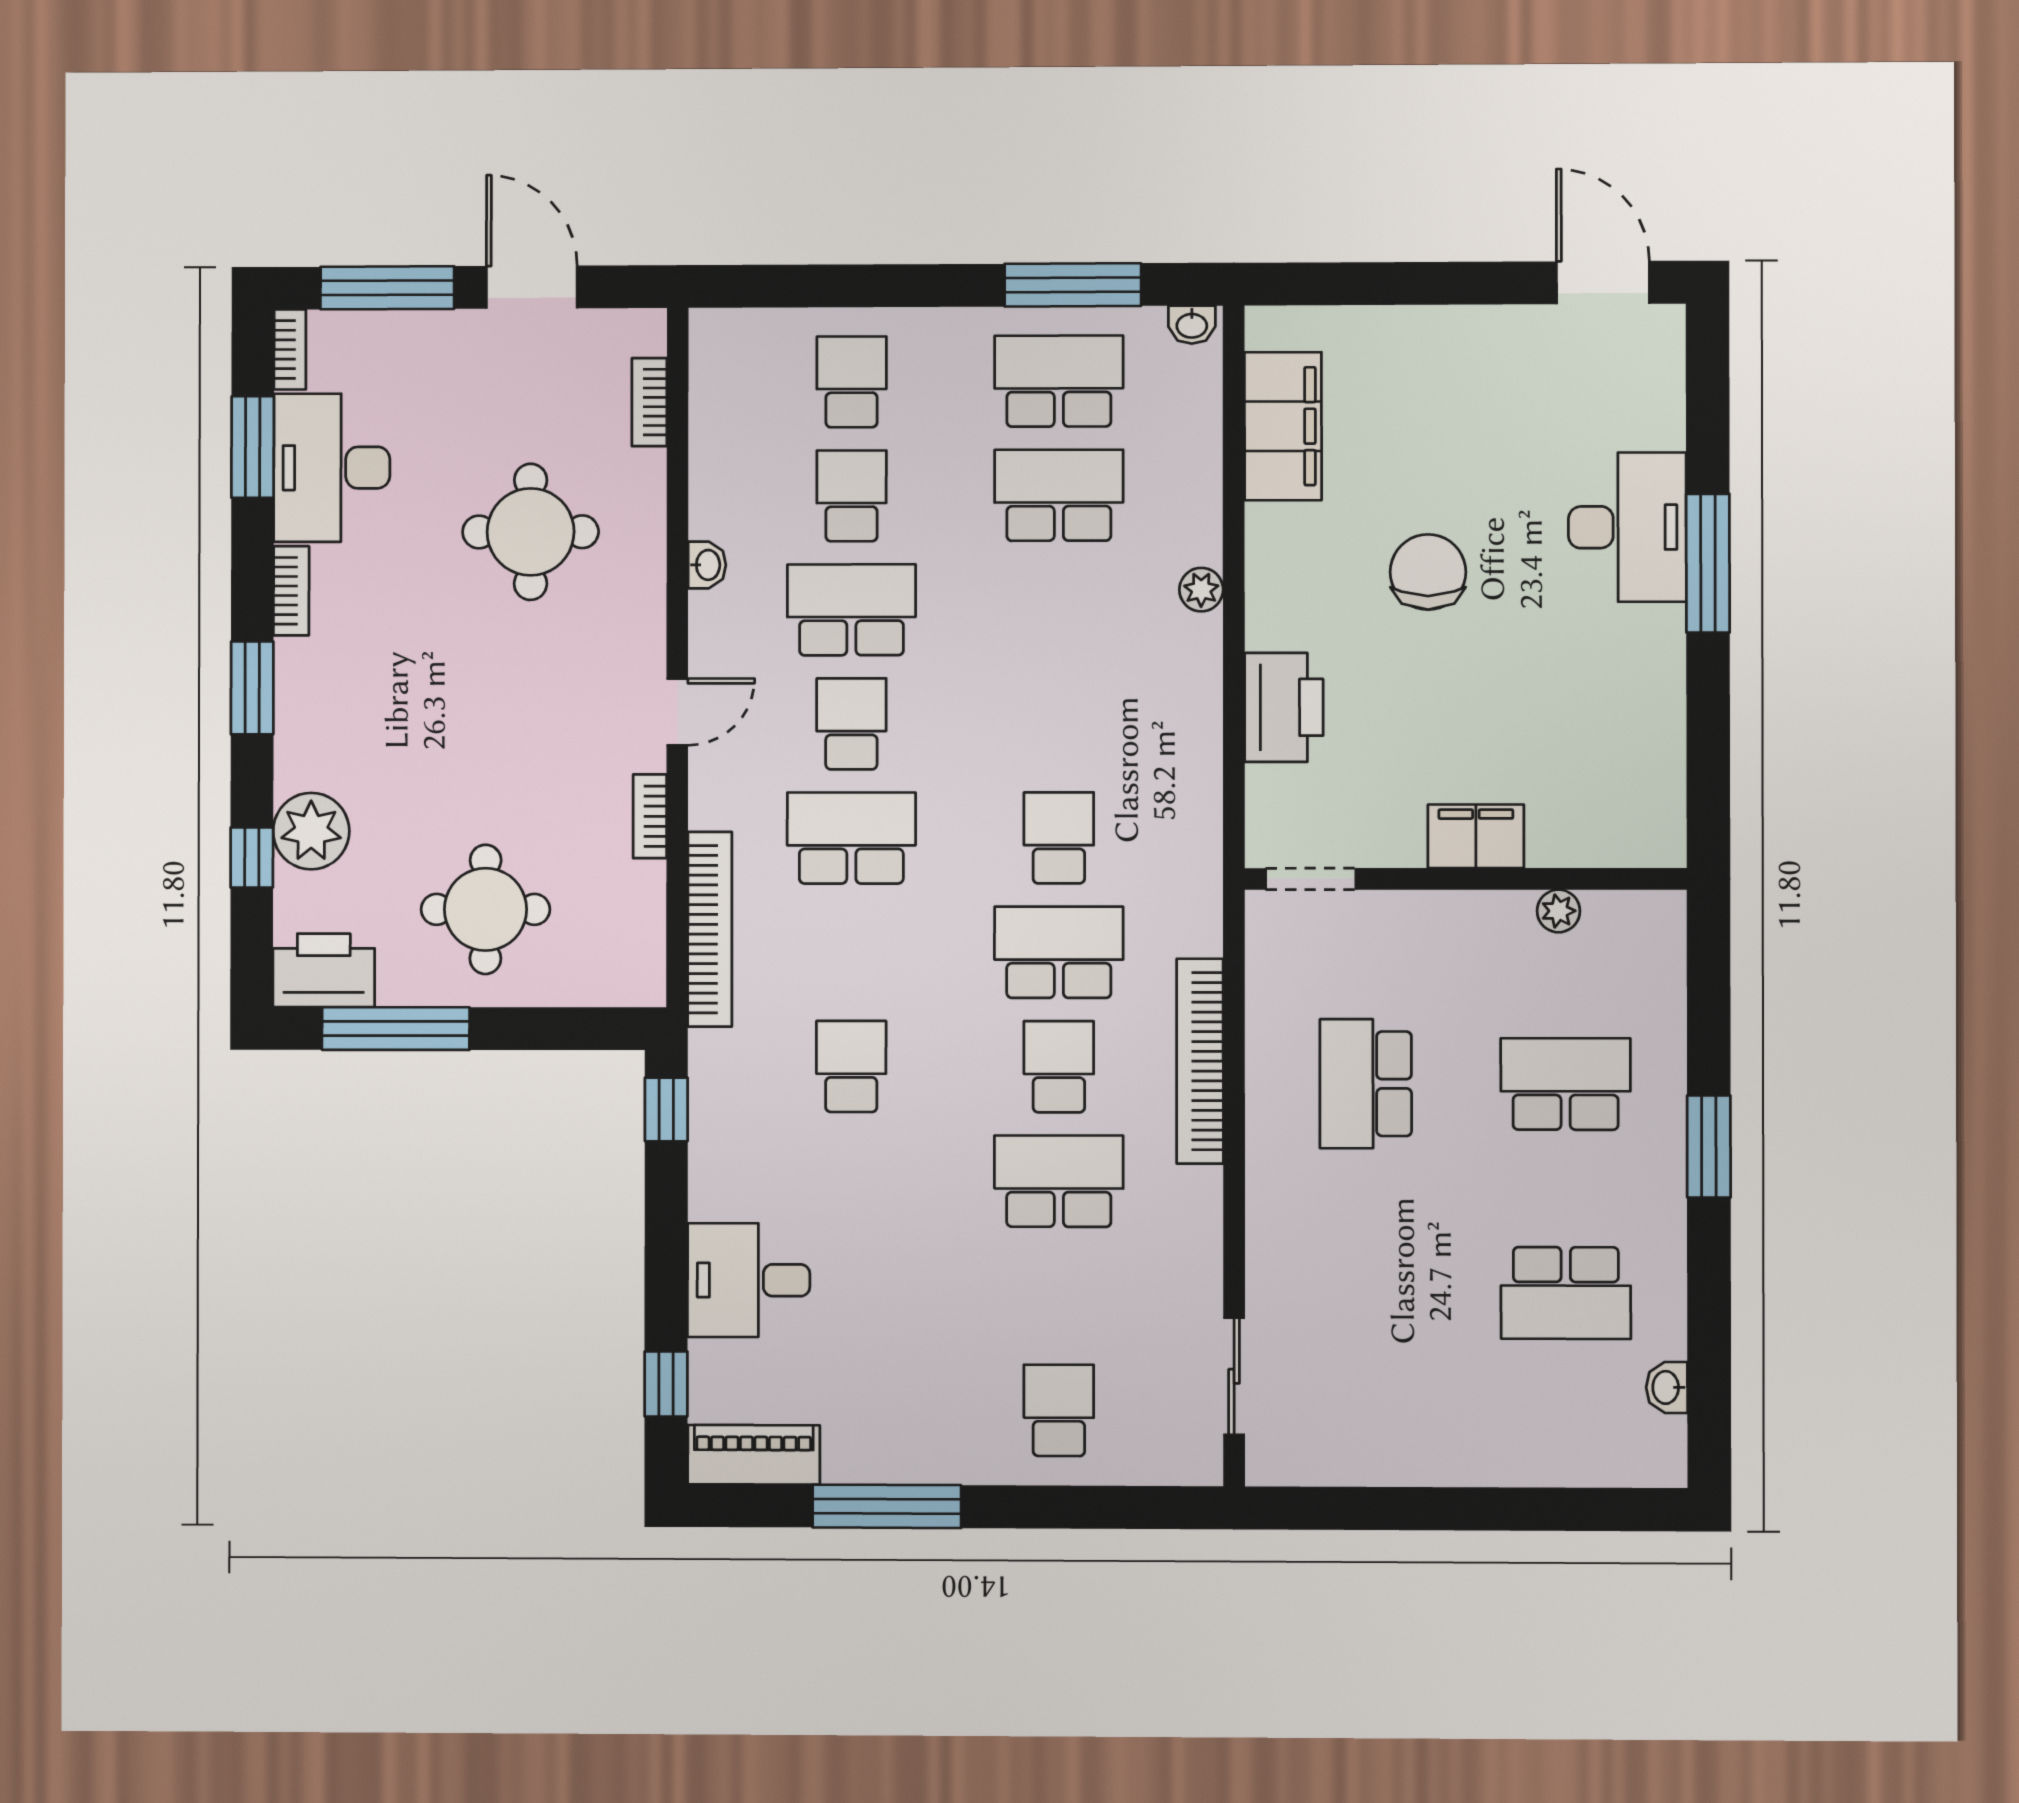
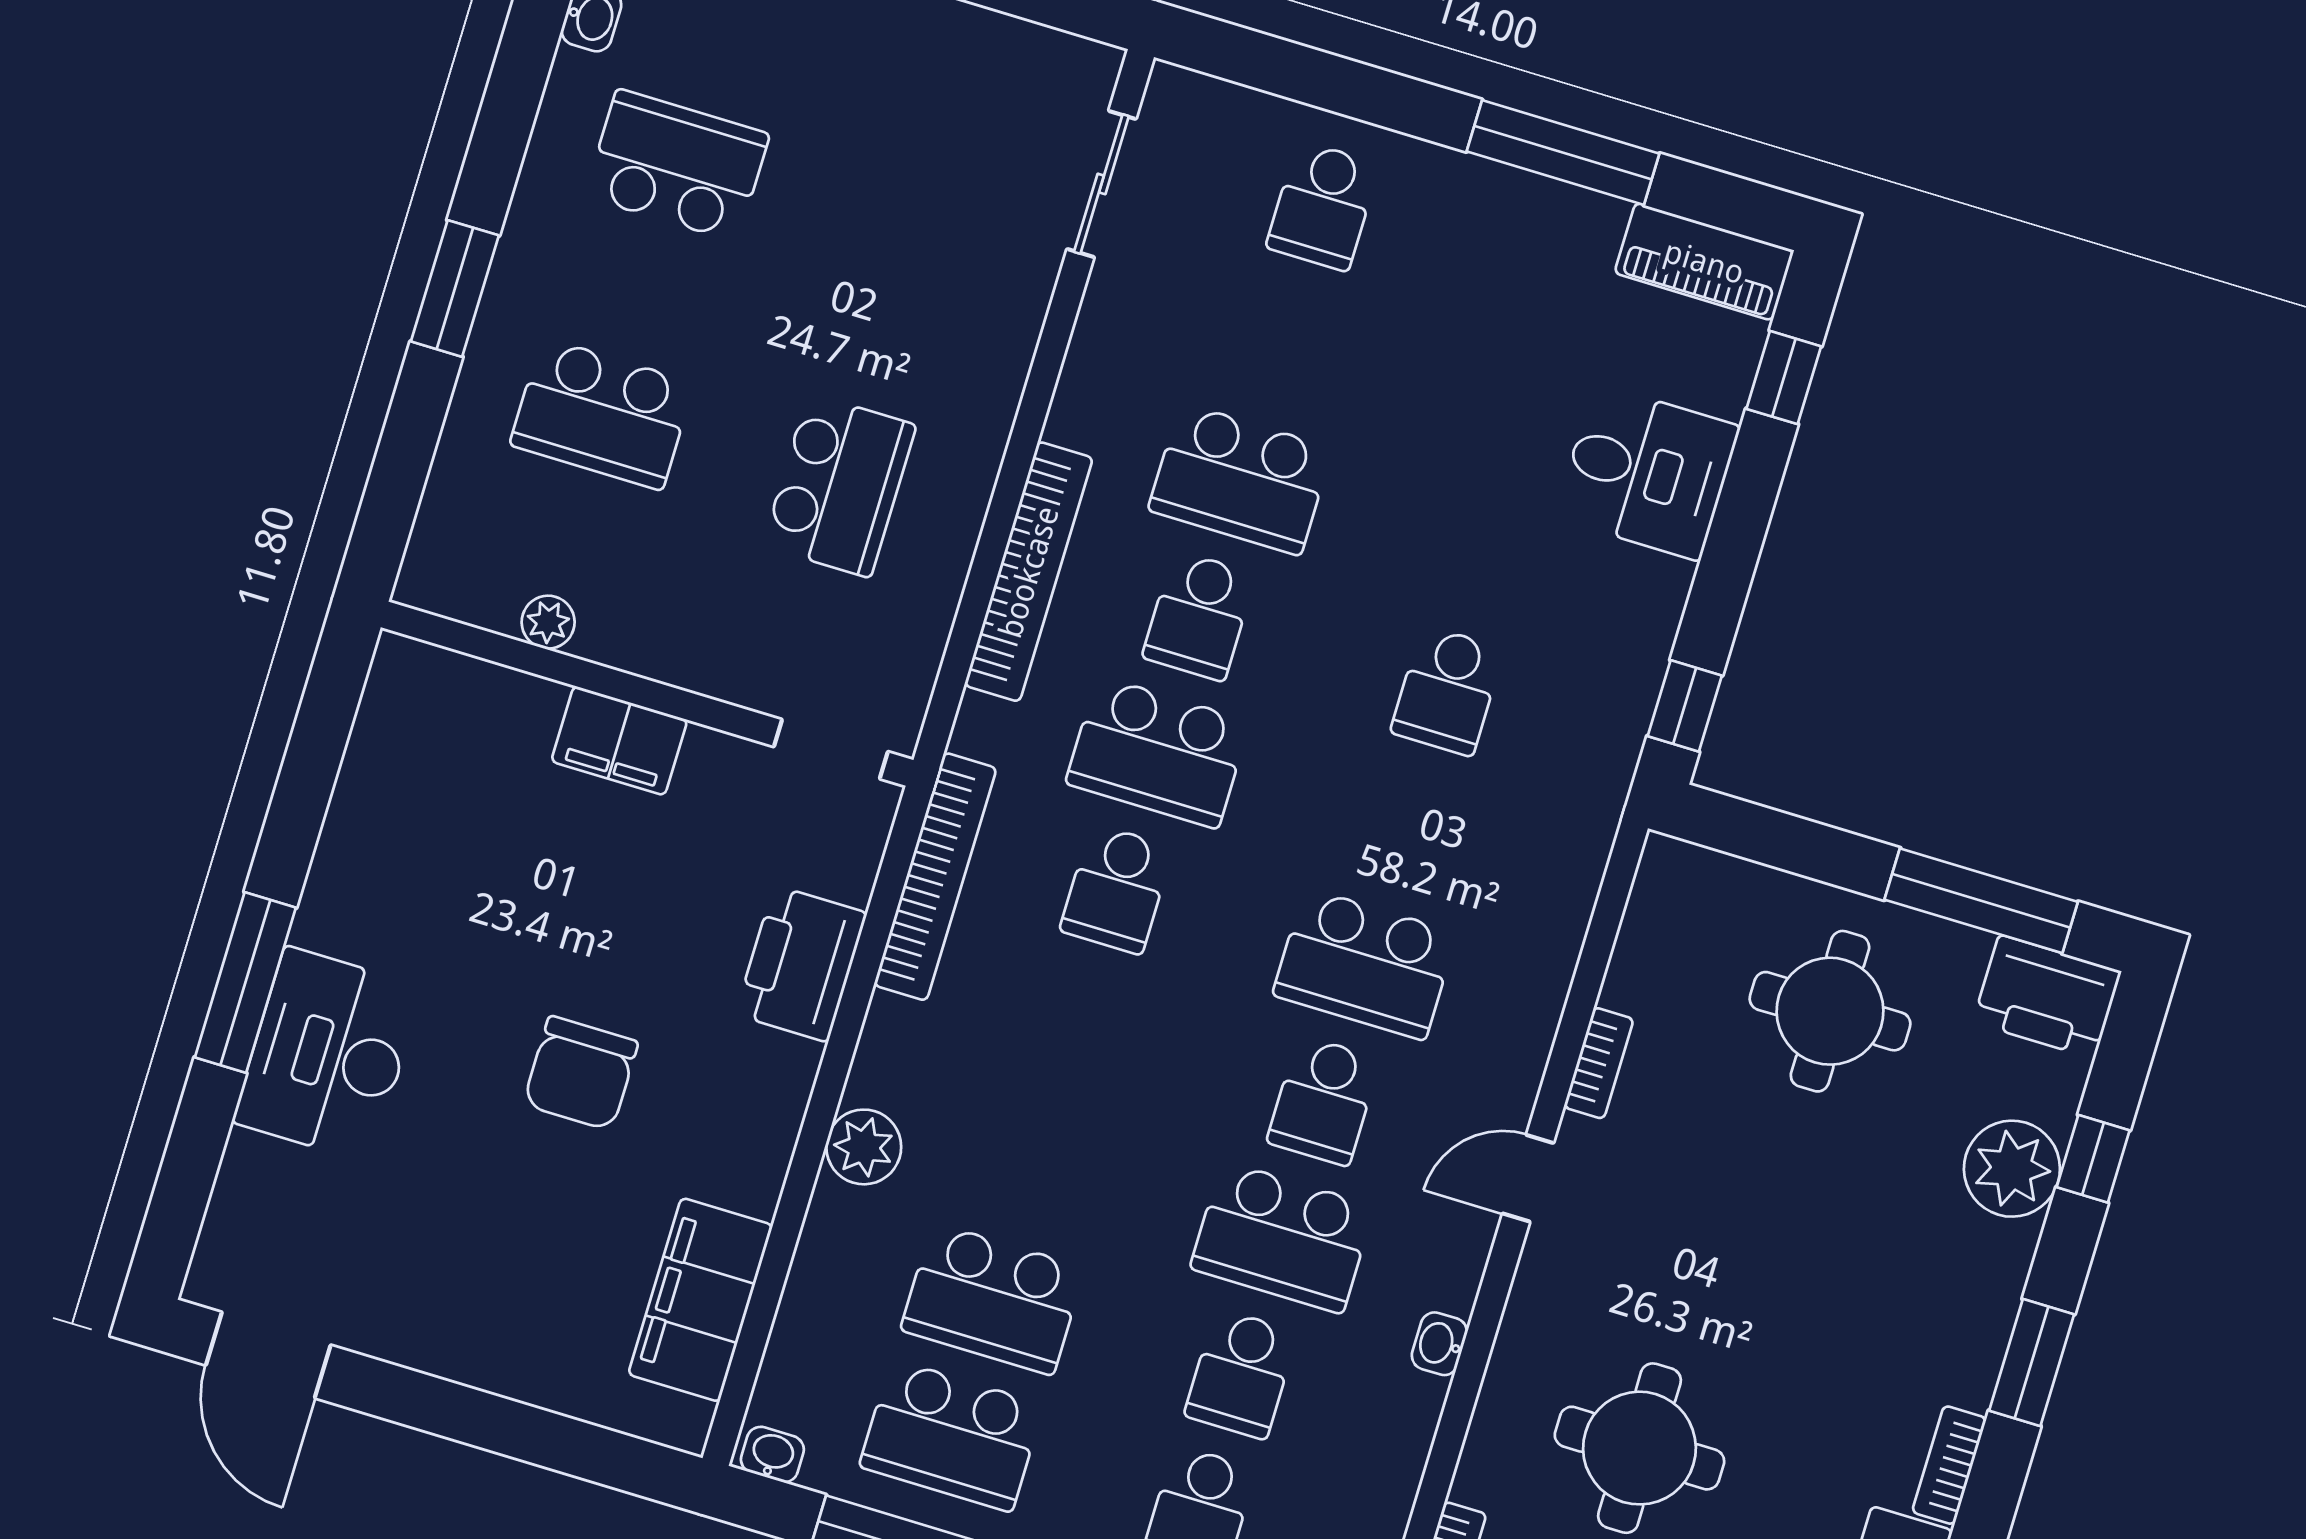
plant: (1201, 590) -> (864, 1147), width x1.38, depth x1.38
bookcase: (710, 929) -> (935, 877), moved, turned 180

